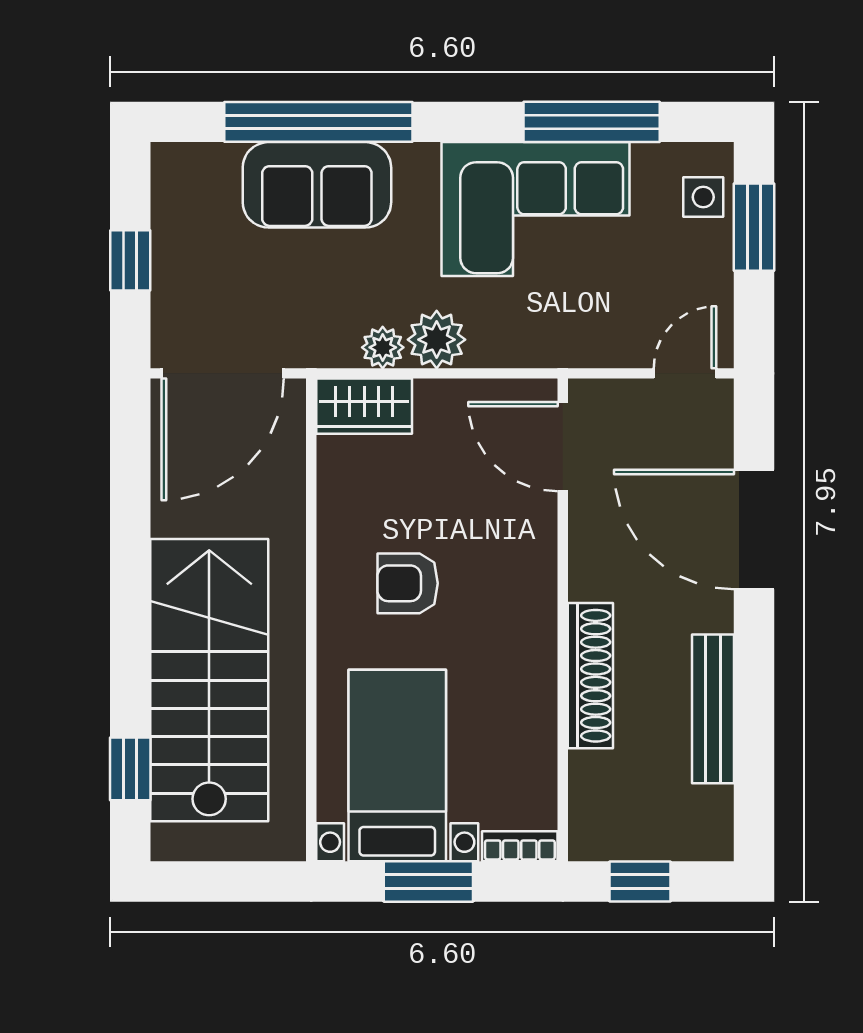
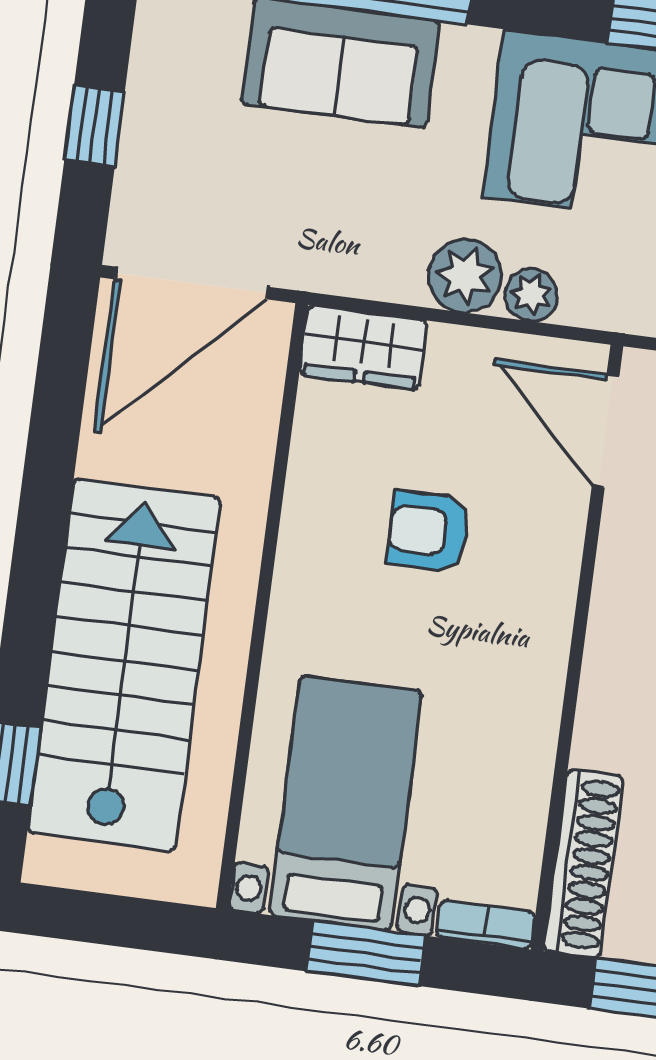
plant: (383, 347) -> (531, 295), moved
armchair: (408, 583) -> (428, 531), moved
shoe rack: (590, 676) -> (584, 864), moved

